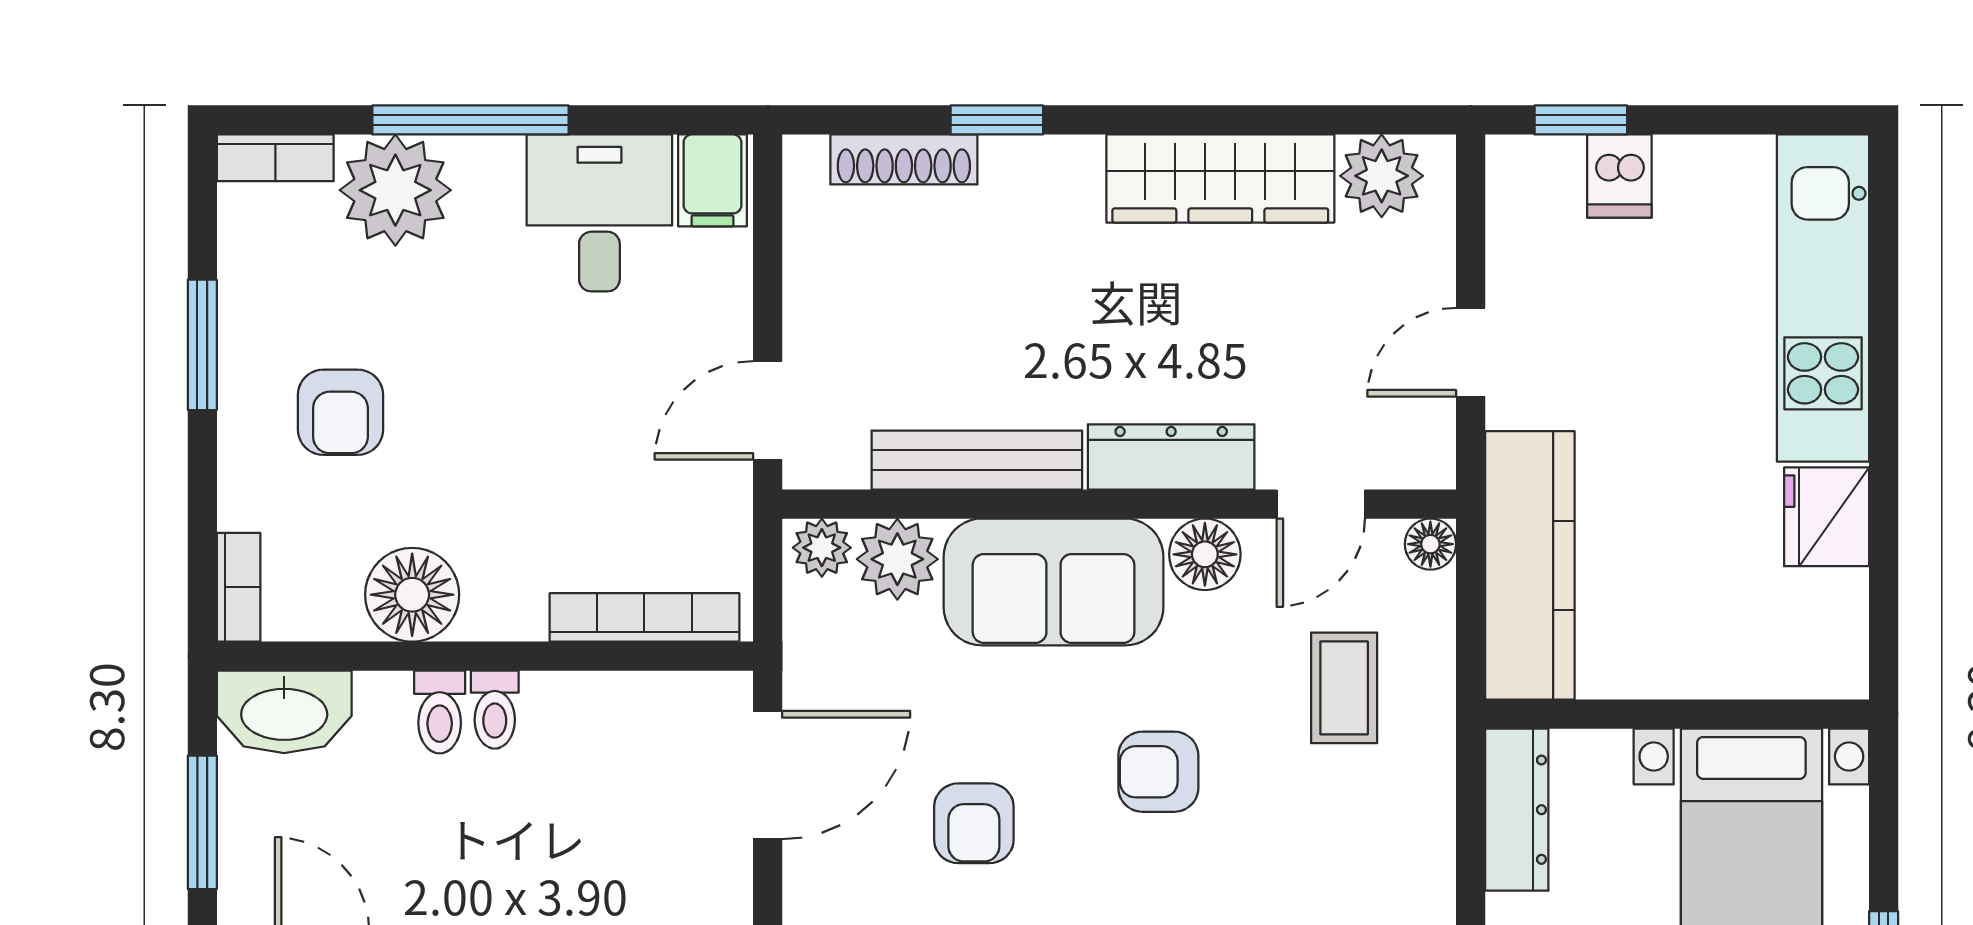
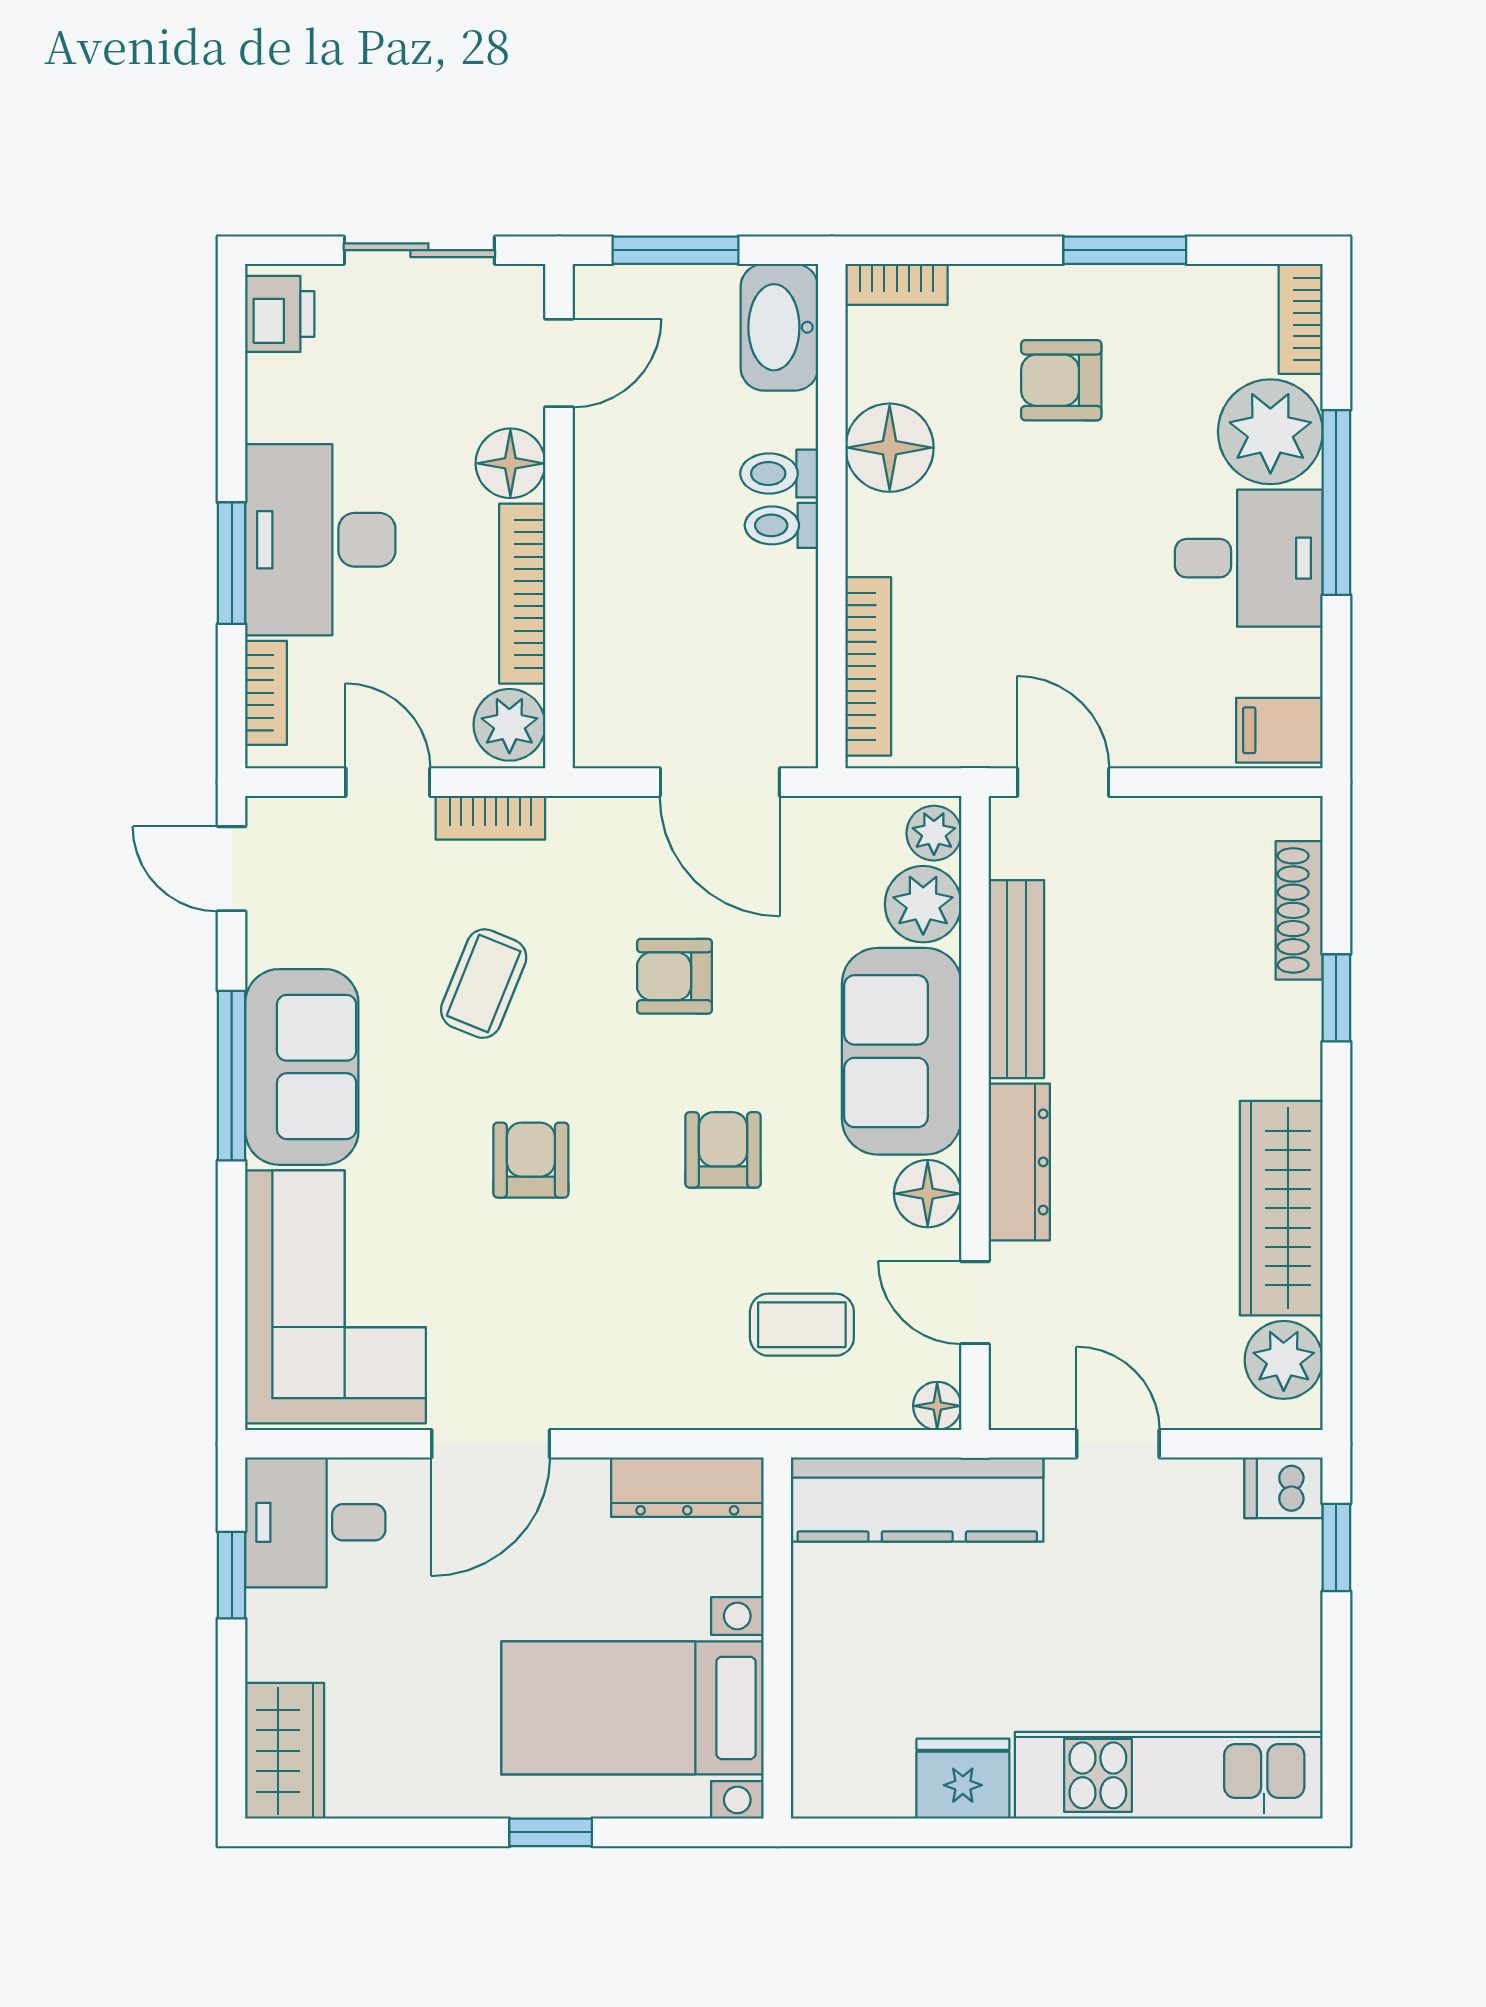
dishwasher: (1619, 176) -> (1284, 1488), moved
desk: (599, 213) -> (1249, 558), moved

